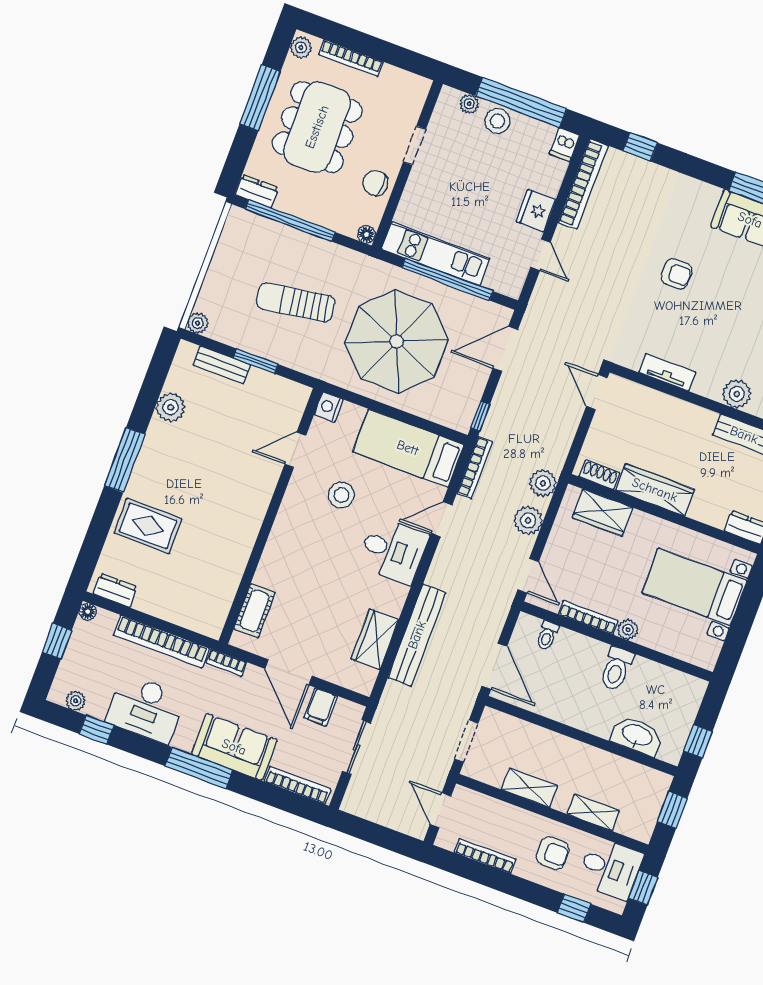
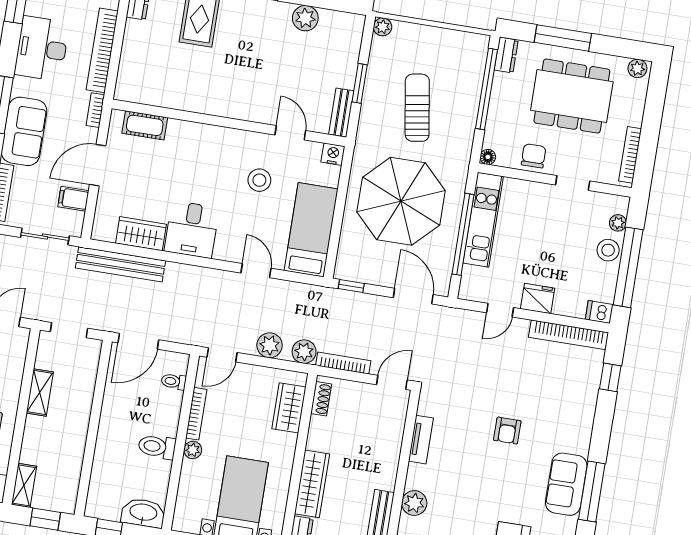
bookcase: (351, 58) -> (630, 155), moved
window: (260, 98) -> (563, 38), moved
bench: (222, 365) -> (341, 113), moved
bookcase: (475, 468) -> (343, 363), moved, turned 180
wardrobe: (655, 490) -> (312, 484), moved
desk: (393, 551) -> (192, 230), moved
bench: (417, 635) -> (120, 264), moved
washbasin: (637, 736) -> (143, 513), moved, turned -90
shelving: (593, 812) -> (24, 485), moved

